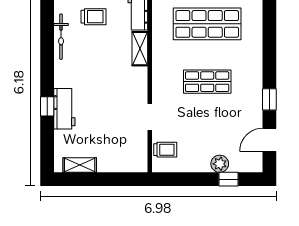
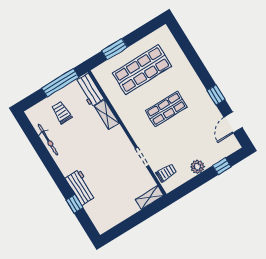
trolley: (93, 17) -> (62, 112), turned -90
window: (47, 106) -> (74, 204), moved
plant: (220, 164) -> (197, 167), moved
shelving: (80, 165) -> (150, 198), moved

